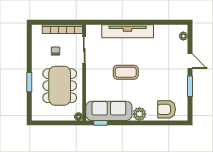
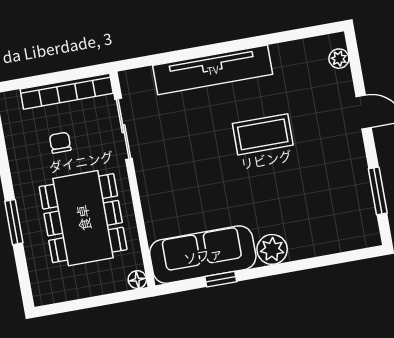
coffee table: (126, 72) -> (263, 134), moved
window: (190, 86) -> (378, 191), moved
armchair: (167, 109) -> (331, 228), removed
window: (101, 123) -> (221, 279), moved

